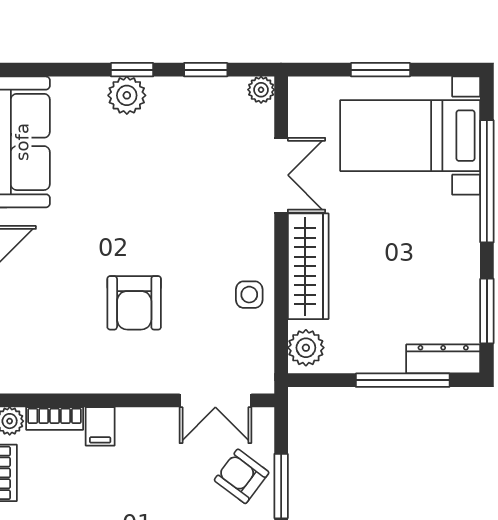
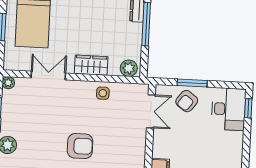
wardrobe: (308, 266) -> (91, 65), width x0.67
armchair: (134, 303) -> (80, 146), moved

